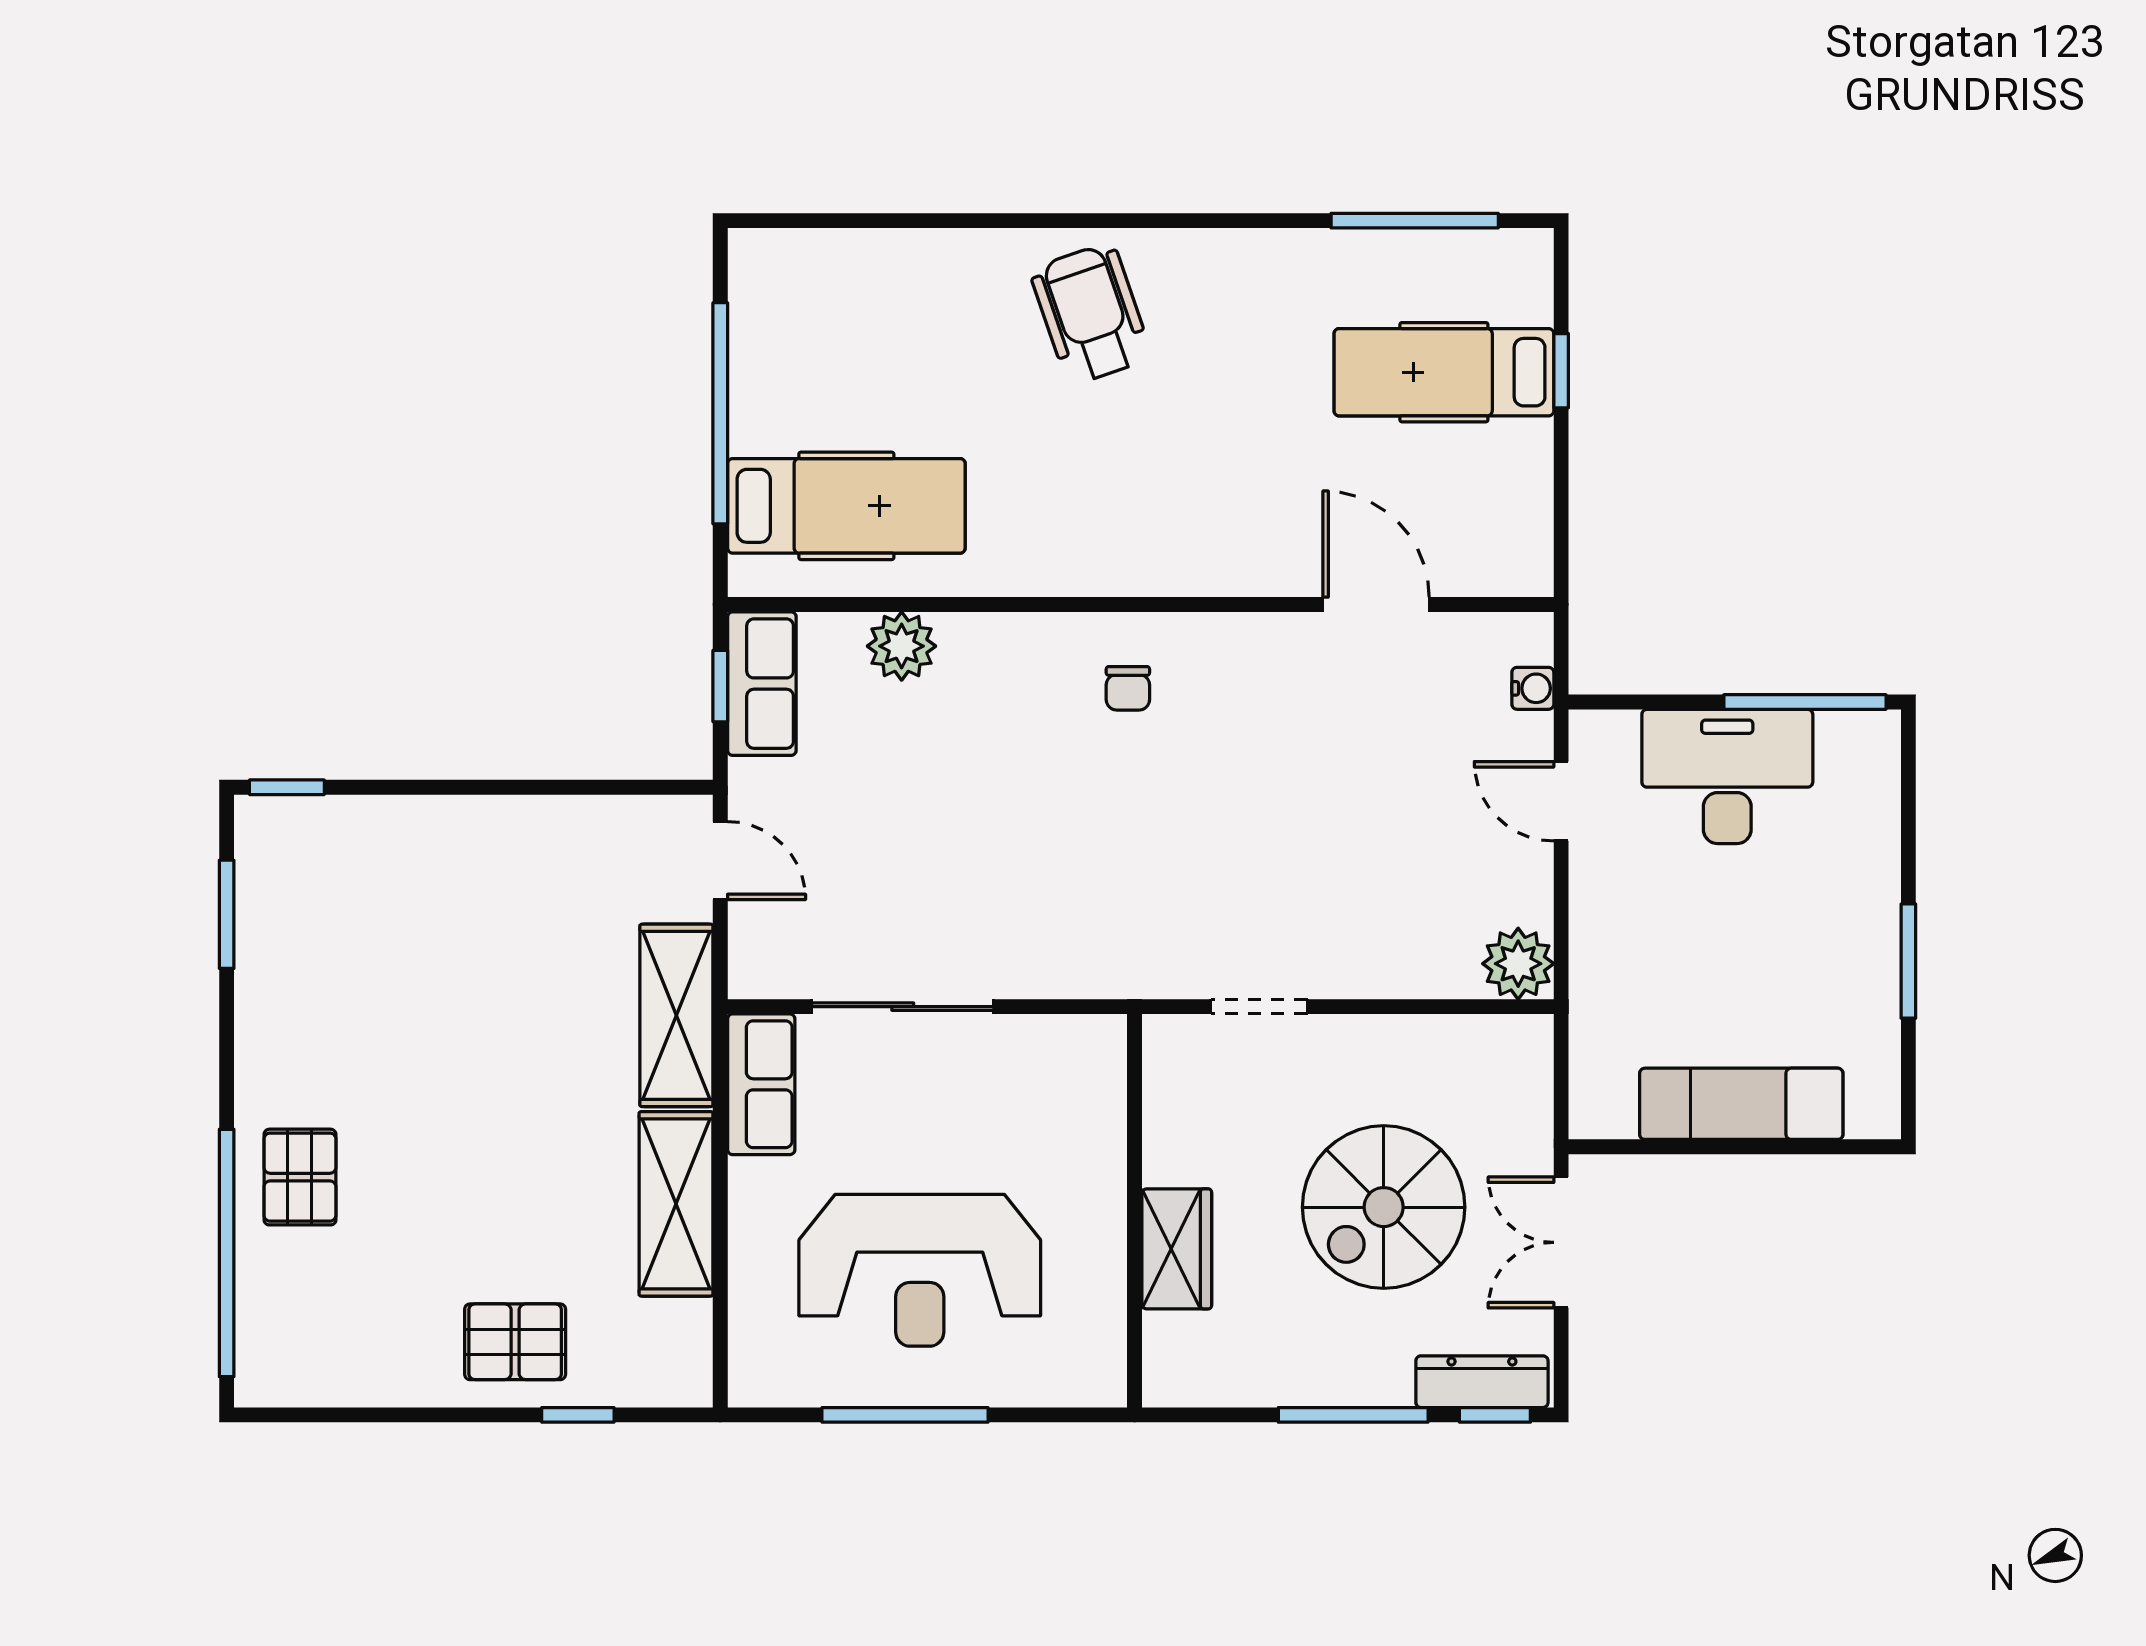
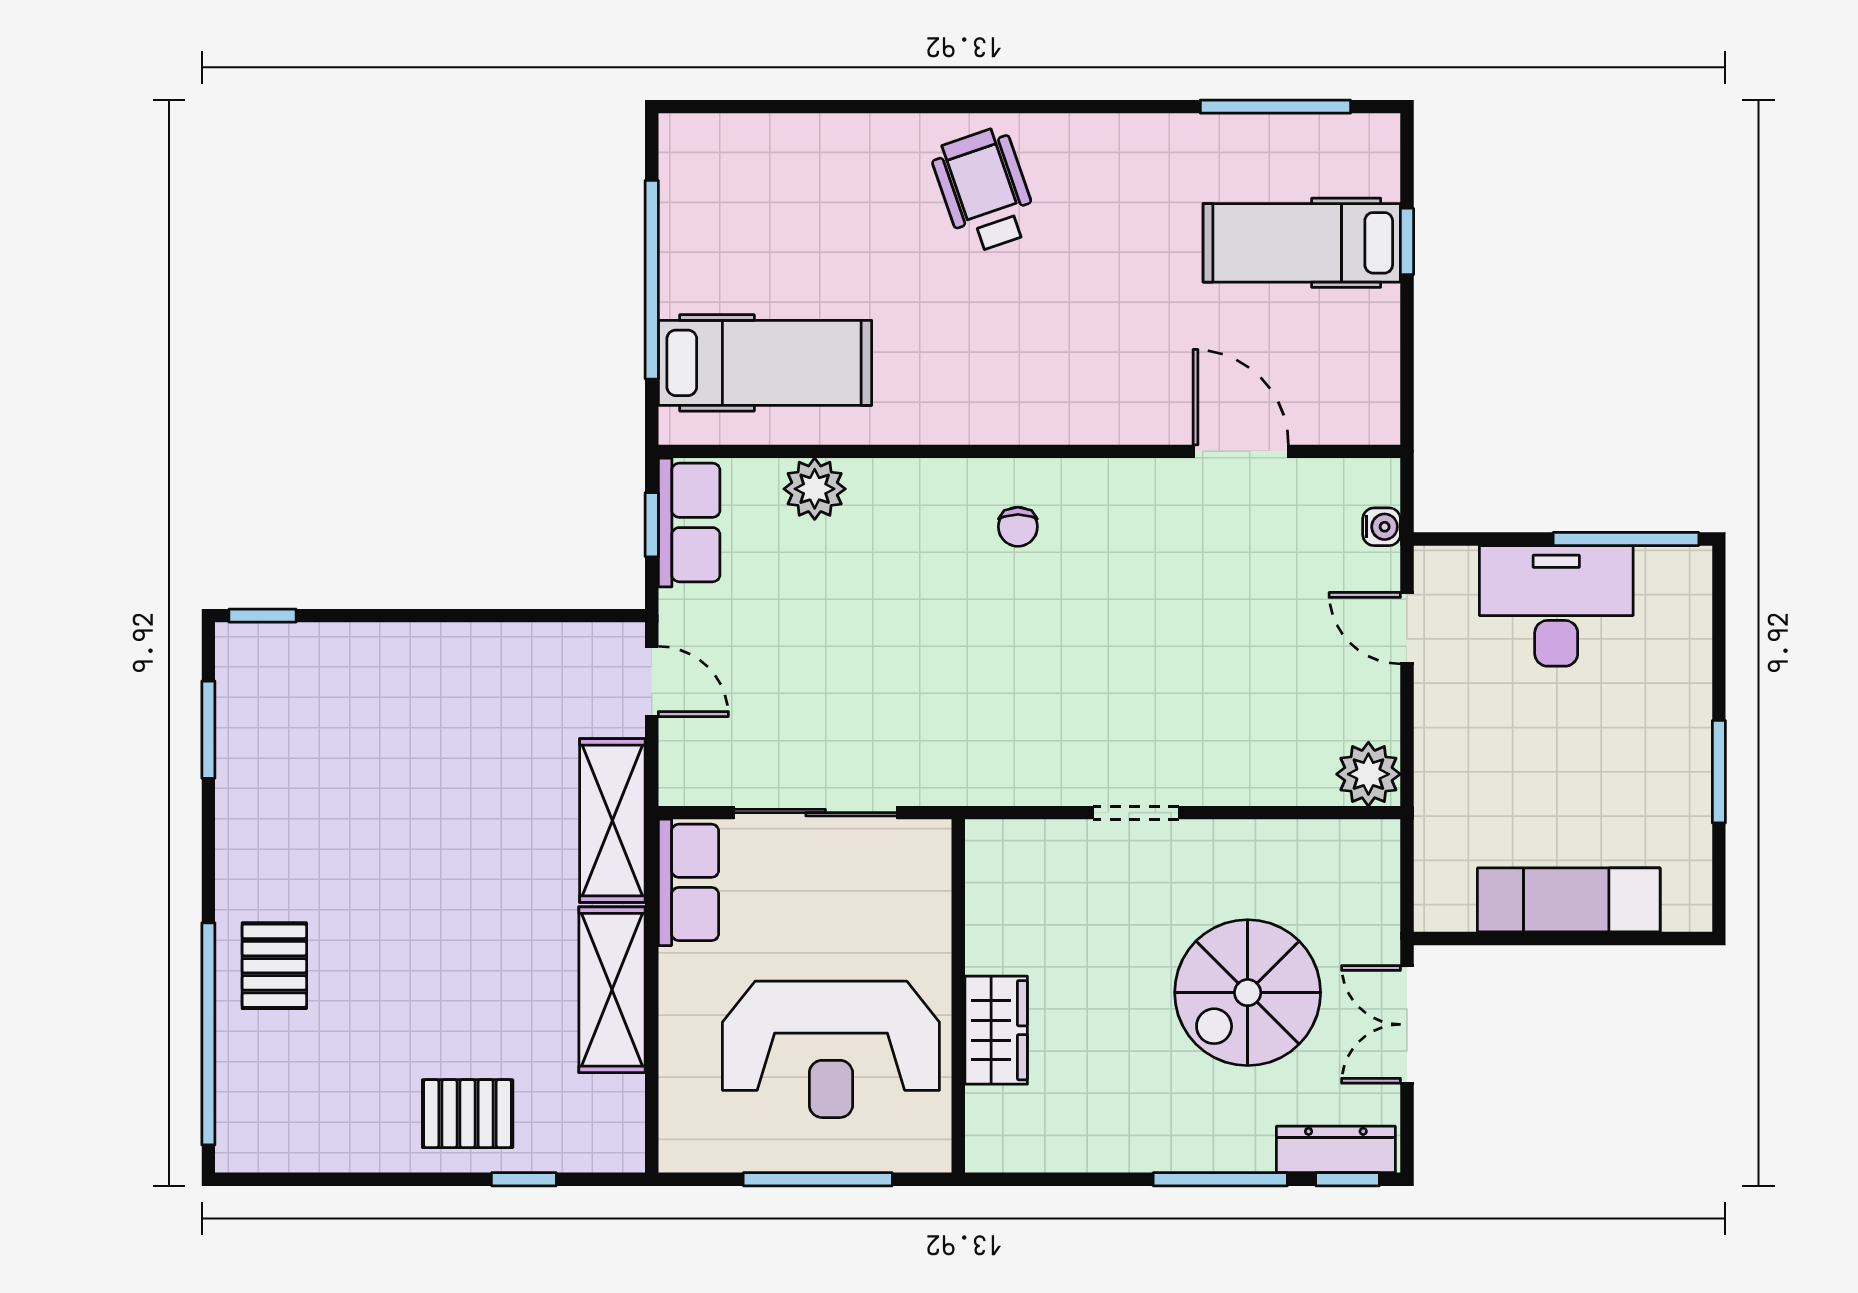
wall: (1135, 1211) -> (958, 996), moved
wardrobe: (1177, 1249) -> (996, 1030), moved

